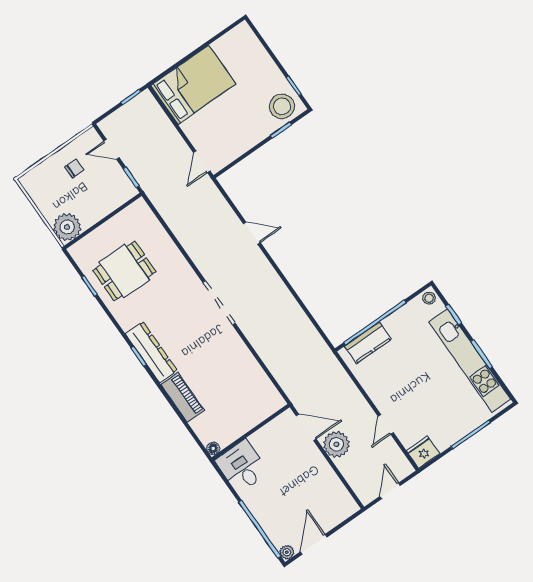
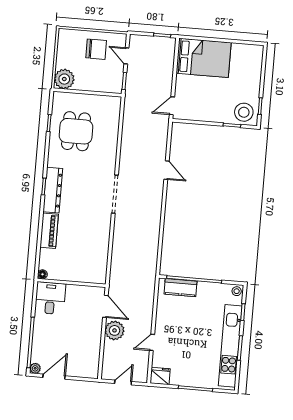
chair: (74, 169) -> (96, 49), width x1.87, depth x1.87
dining table: (124, 271) -> (76, 131), turned 90

